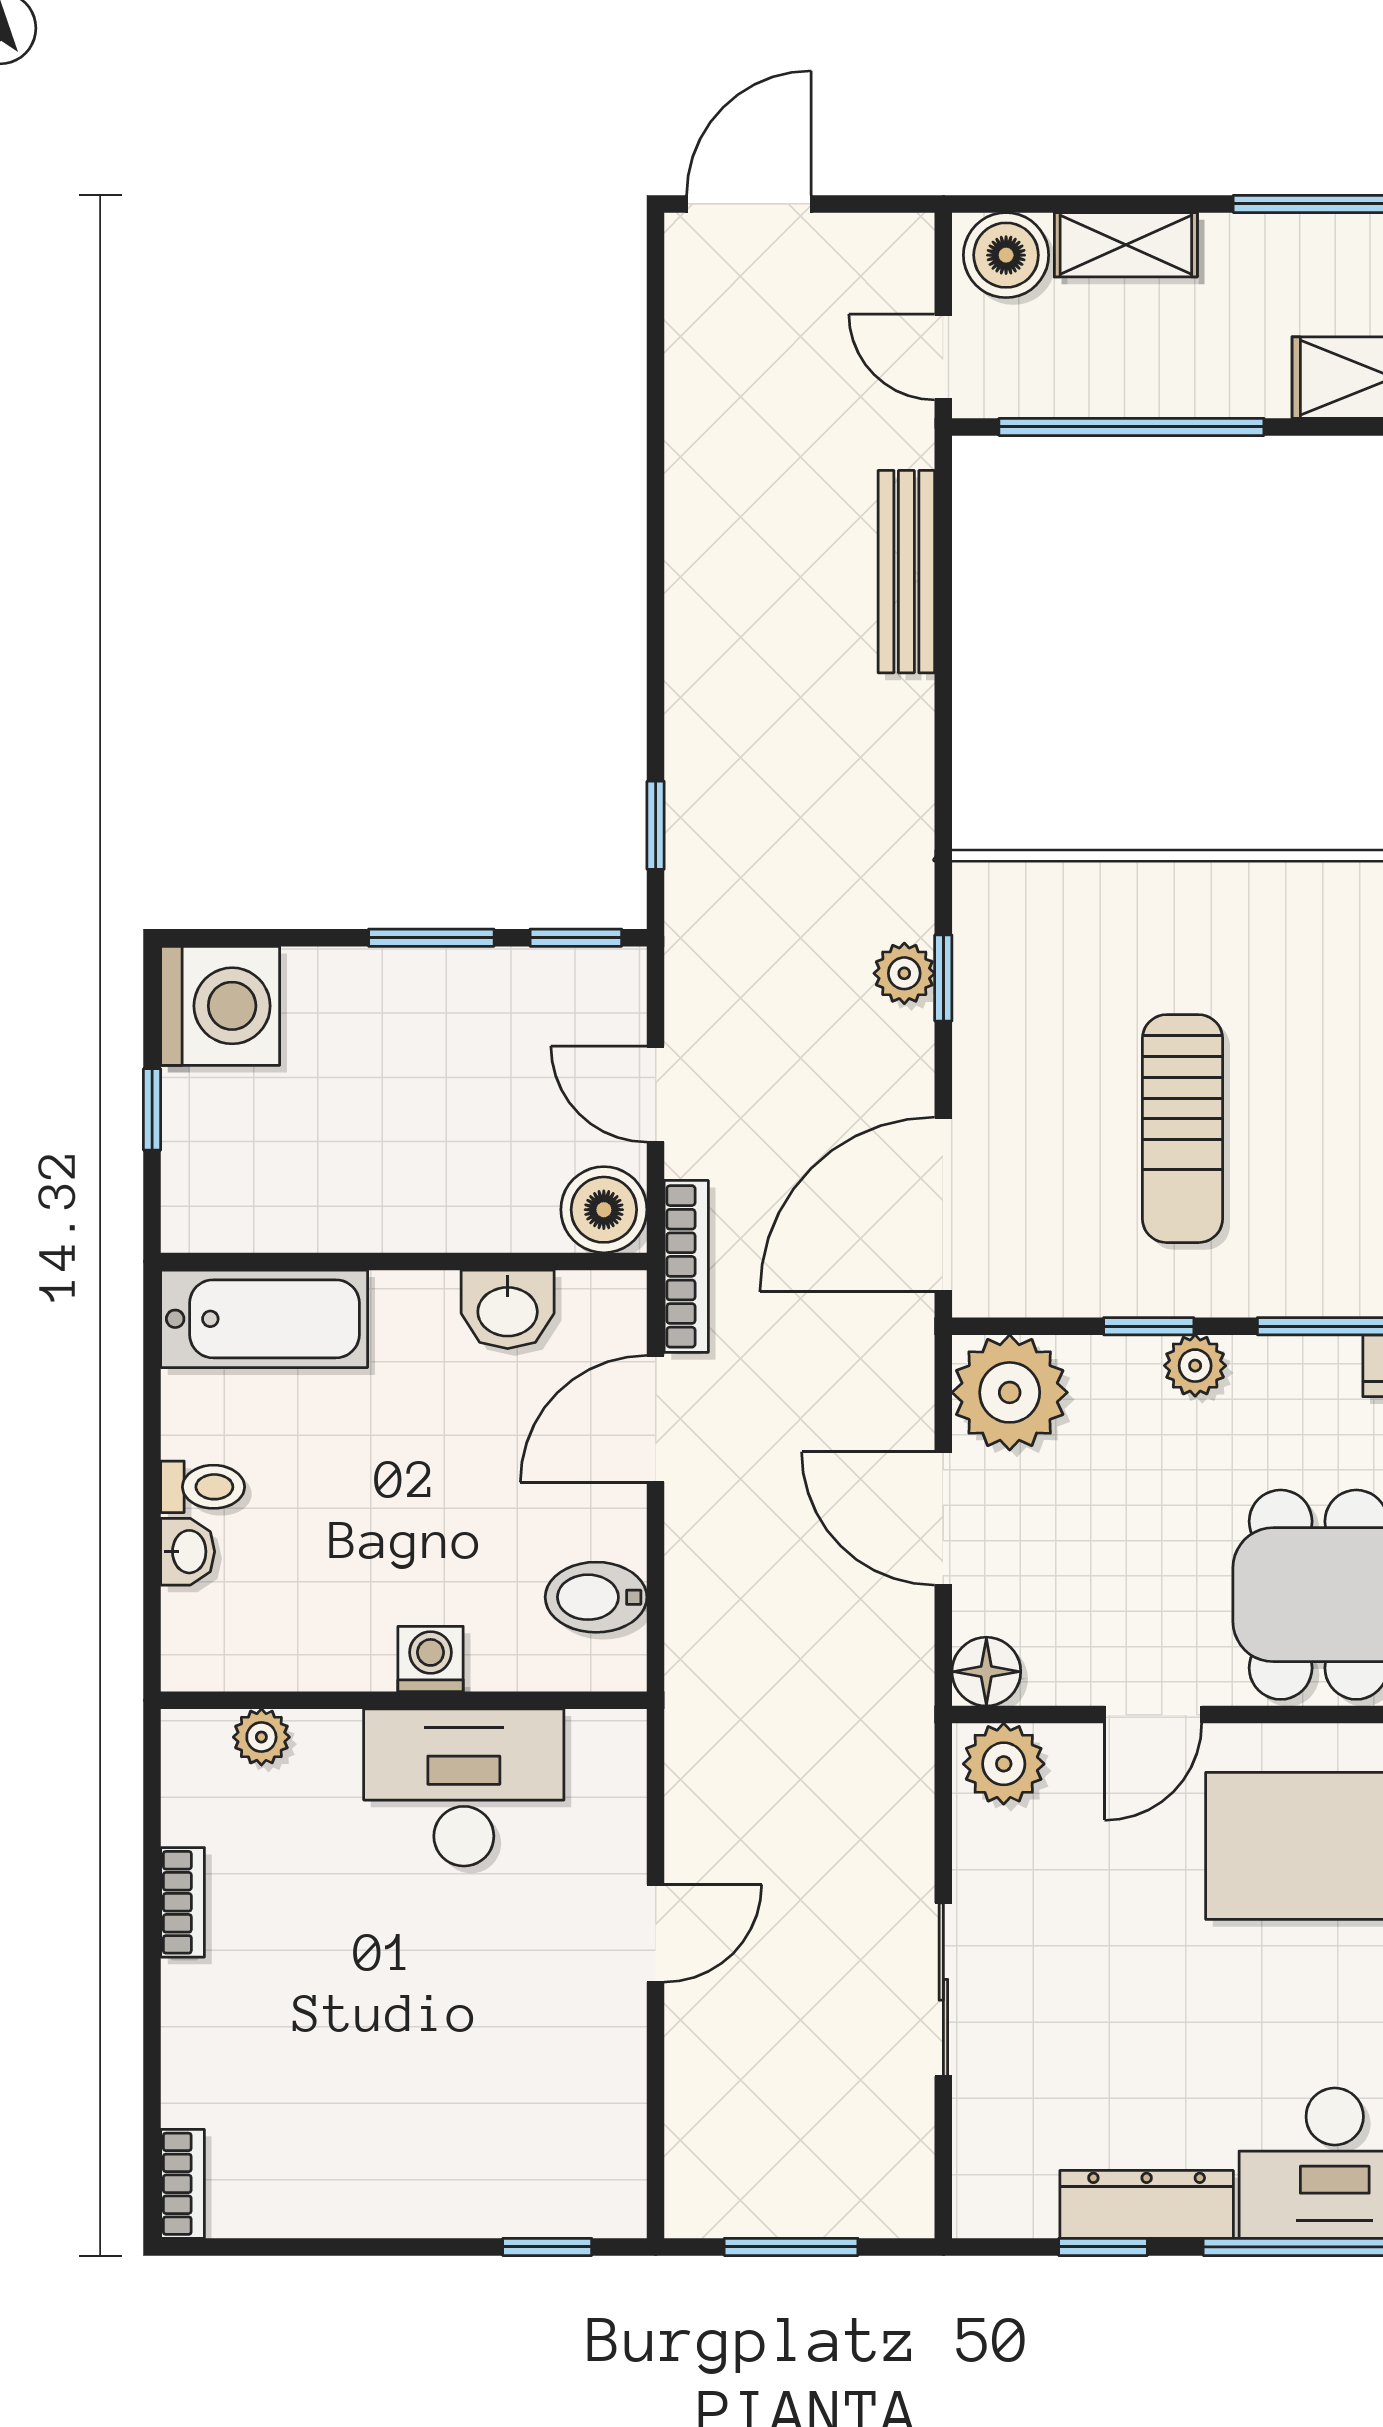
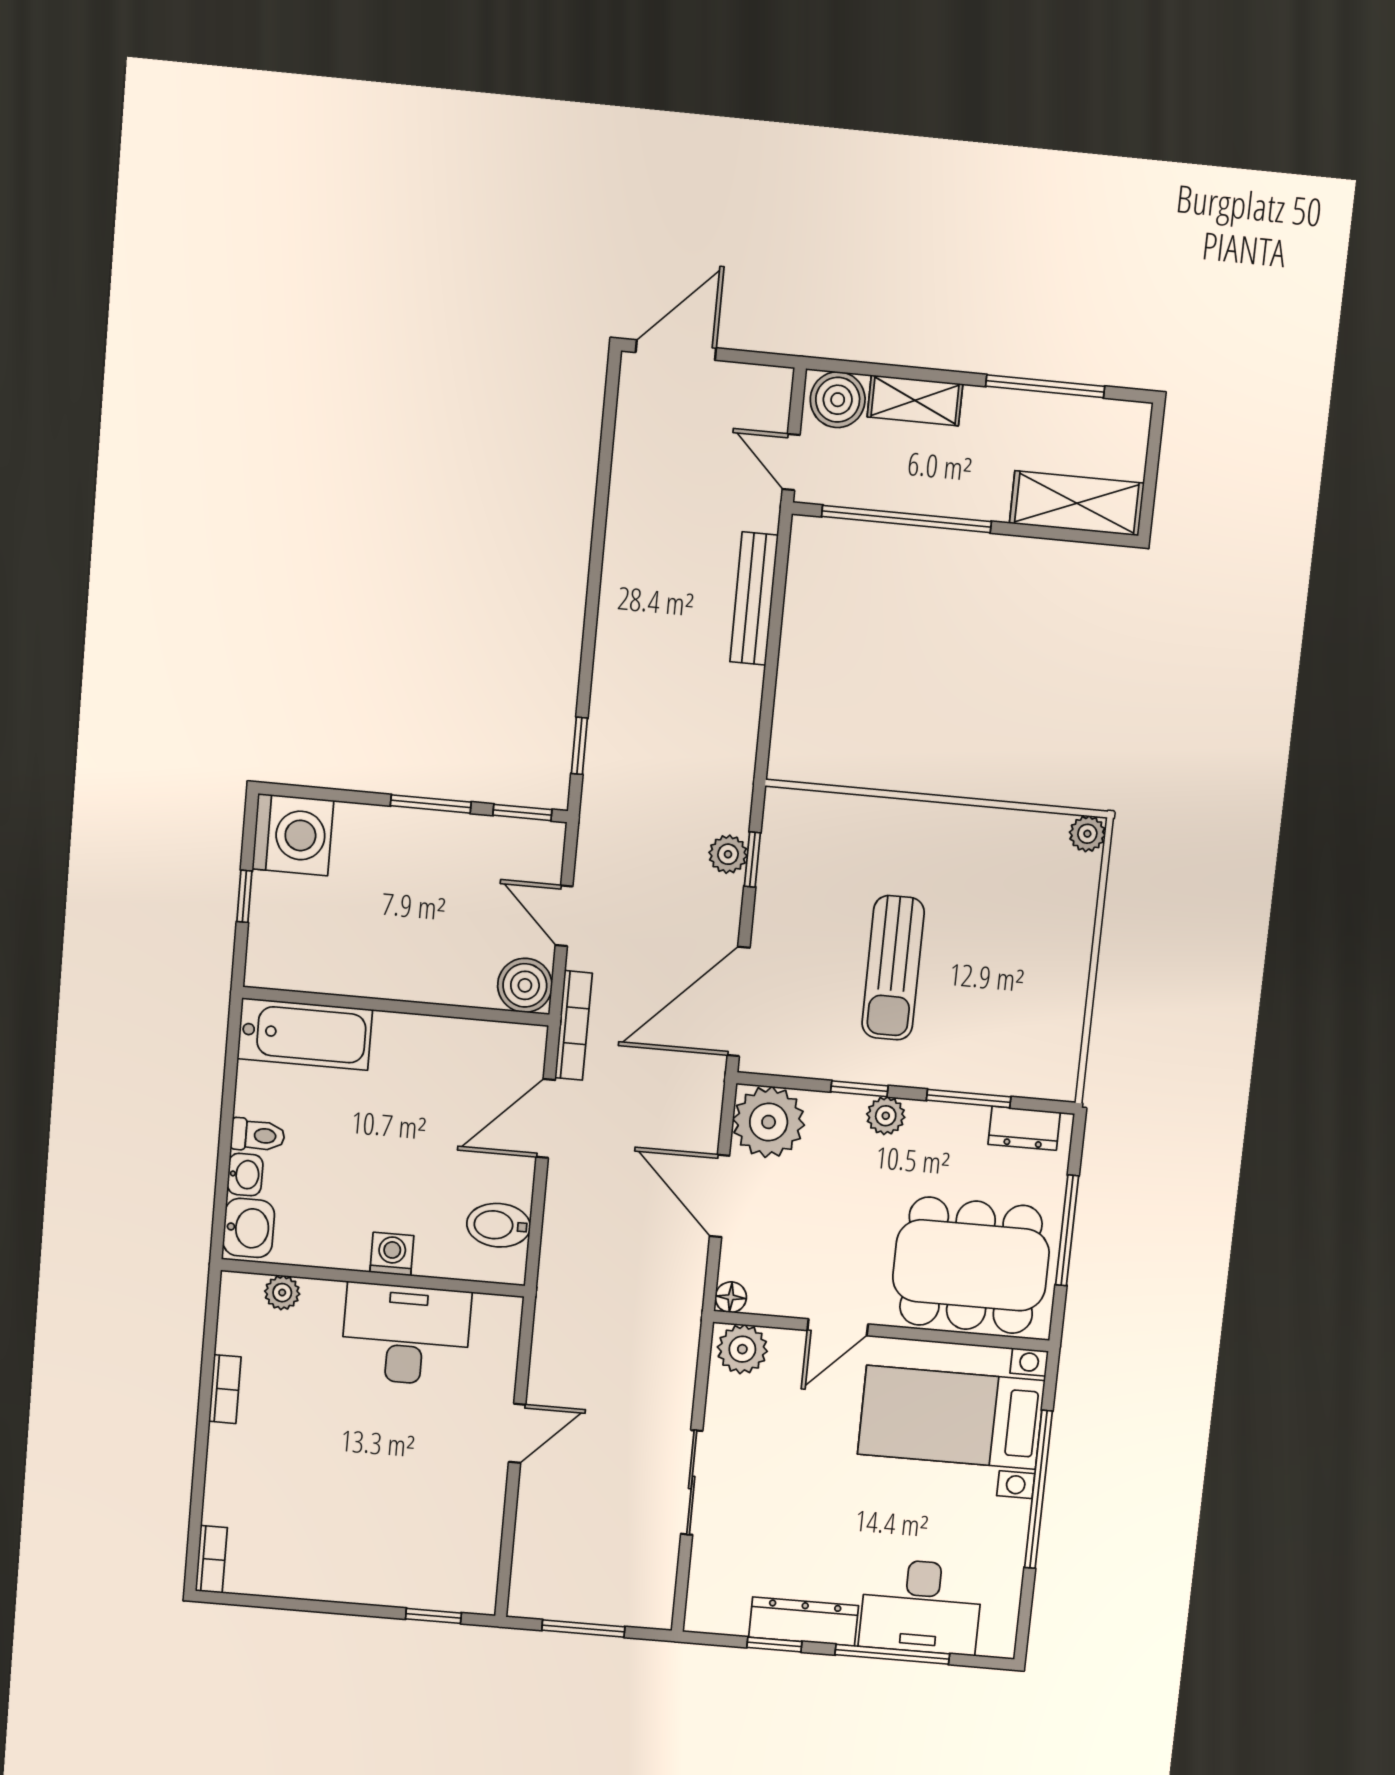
washbasin: (508, 1309) -> (249, 1228), moved, turned -90
floor lamp: (986, 1672) -> (731, 1297), width x0.73, depth x0.73

